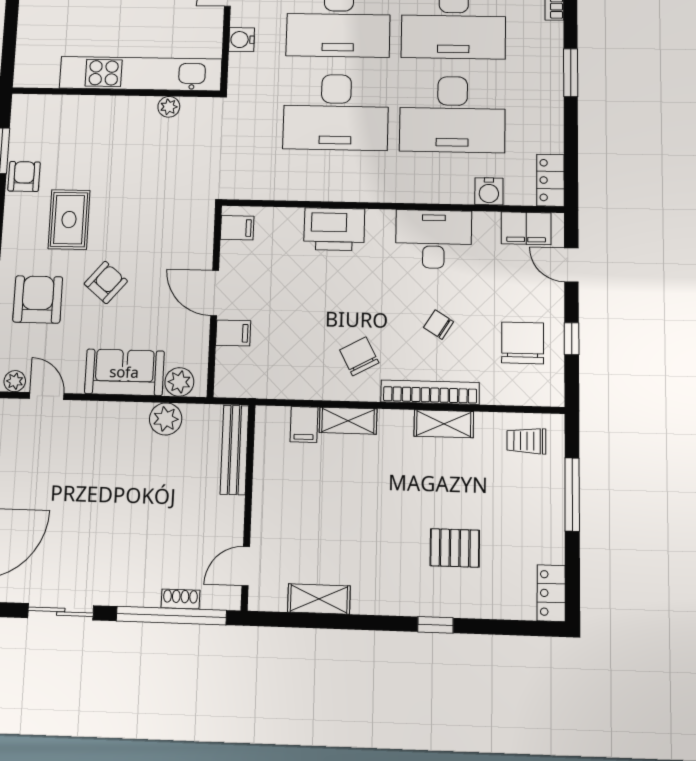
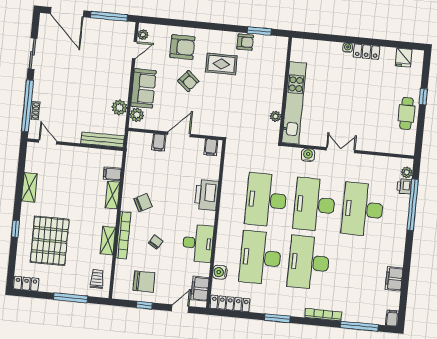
locker: (550, 180) -> (230, 303), width x1.53
pallet: (455, 548) -> (50, 241), width x2.05, depth x2.00
shelving: (319, 599) -> (29, 187), moved

